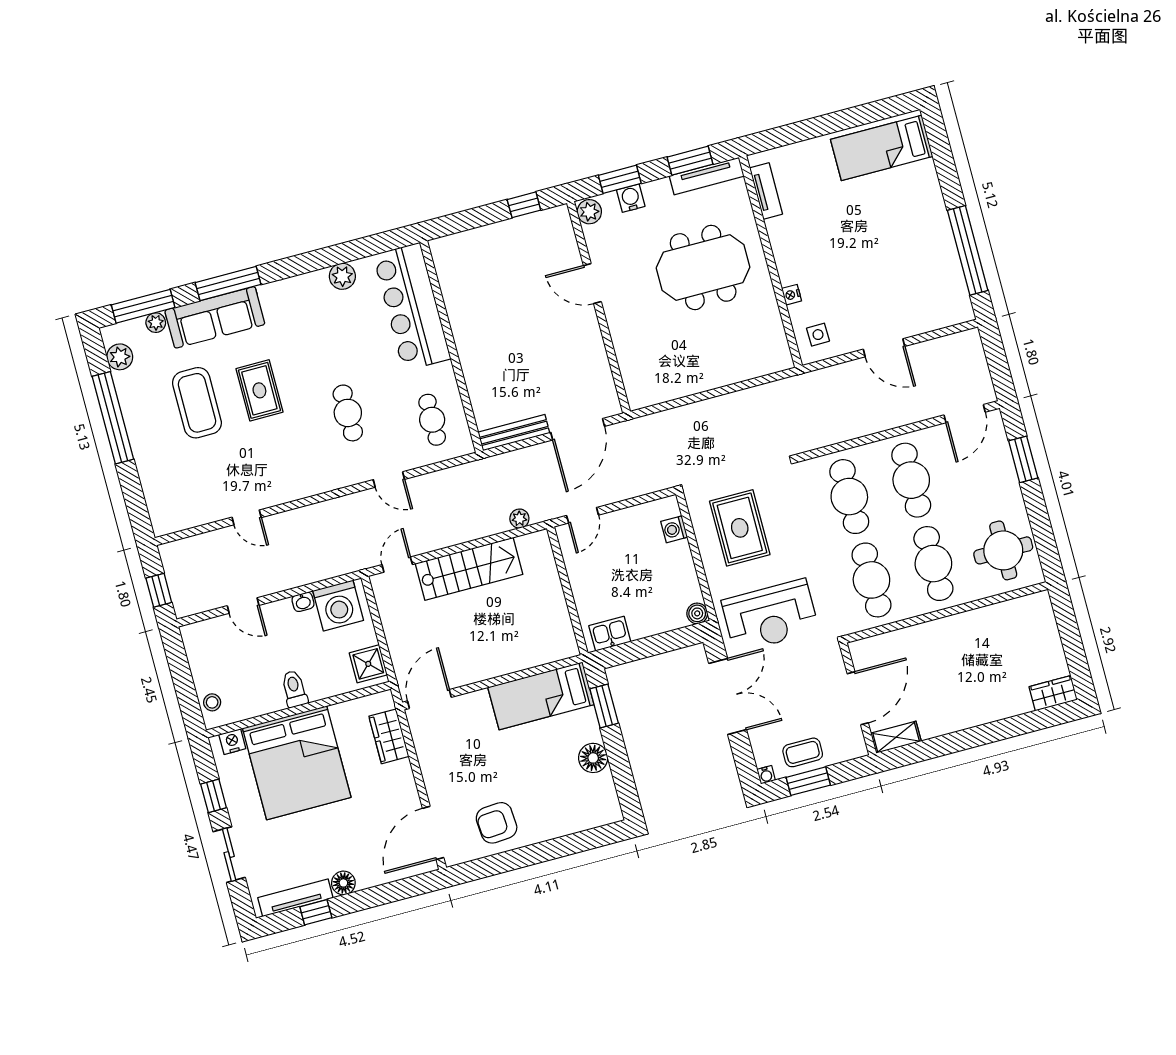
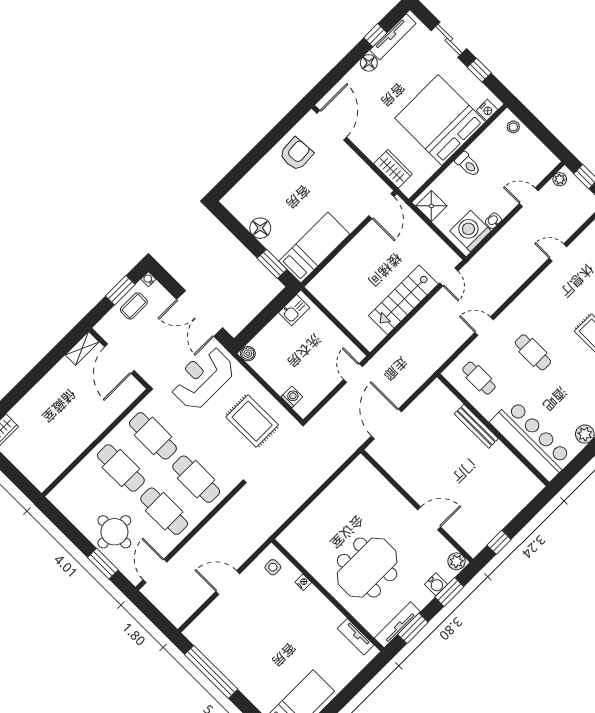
bench: (514, 433) -> (476, 426), moved, turned 90
plant: (519, 519) -> (560, 179), moved
round table: (1003, 550) -> (114, 532), moved

